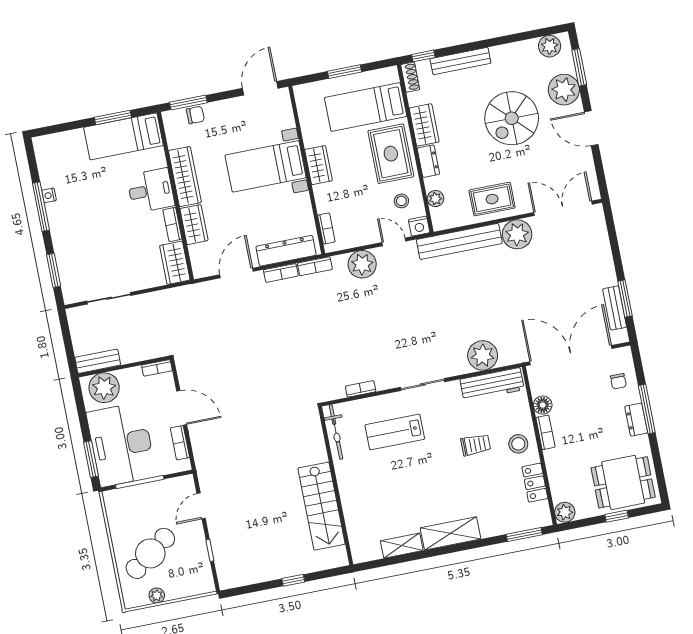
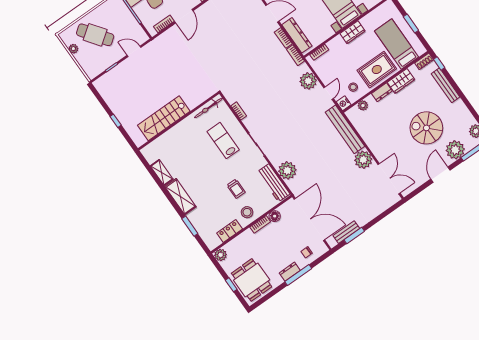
rug: (492, 199) -> (377, 137), removed
window: (524, 534) -> (190, 226), moved

